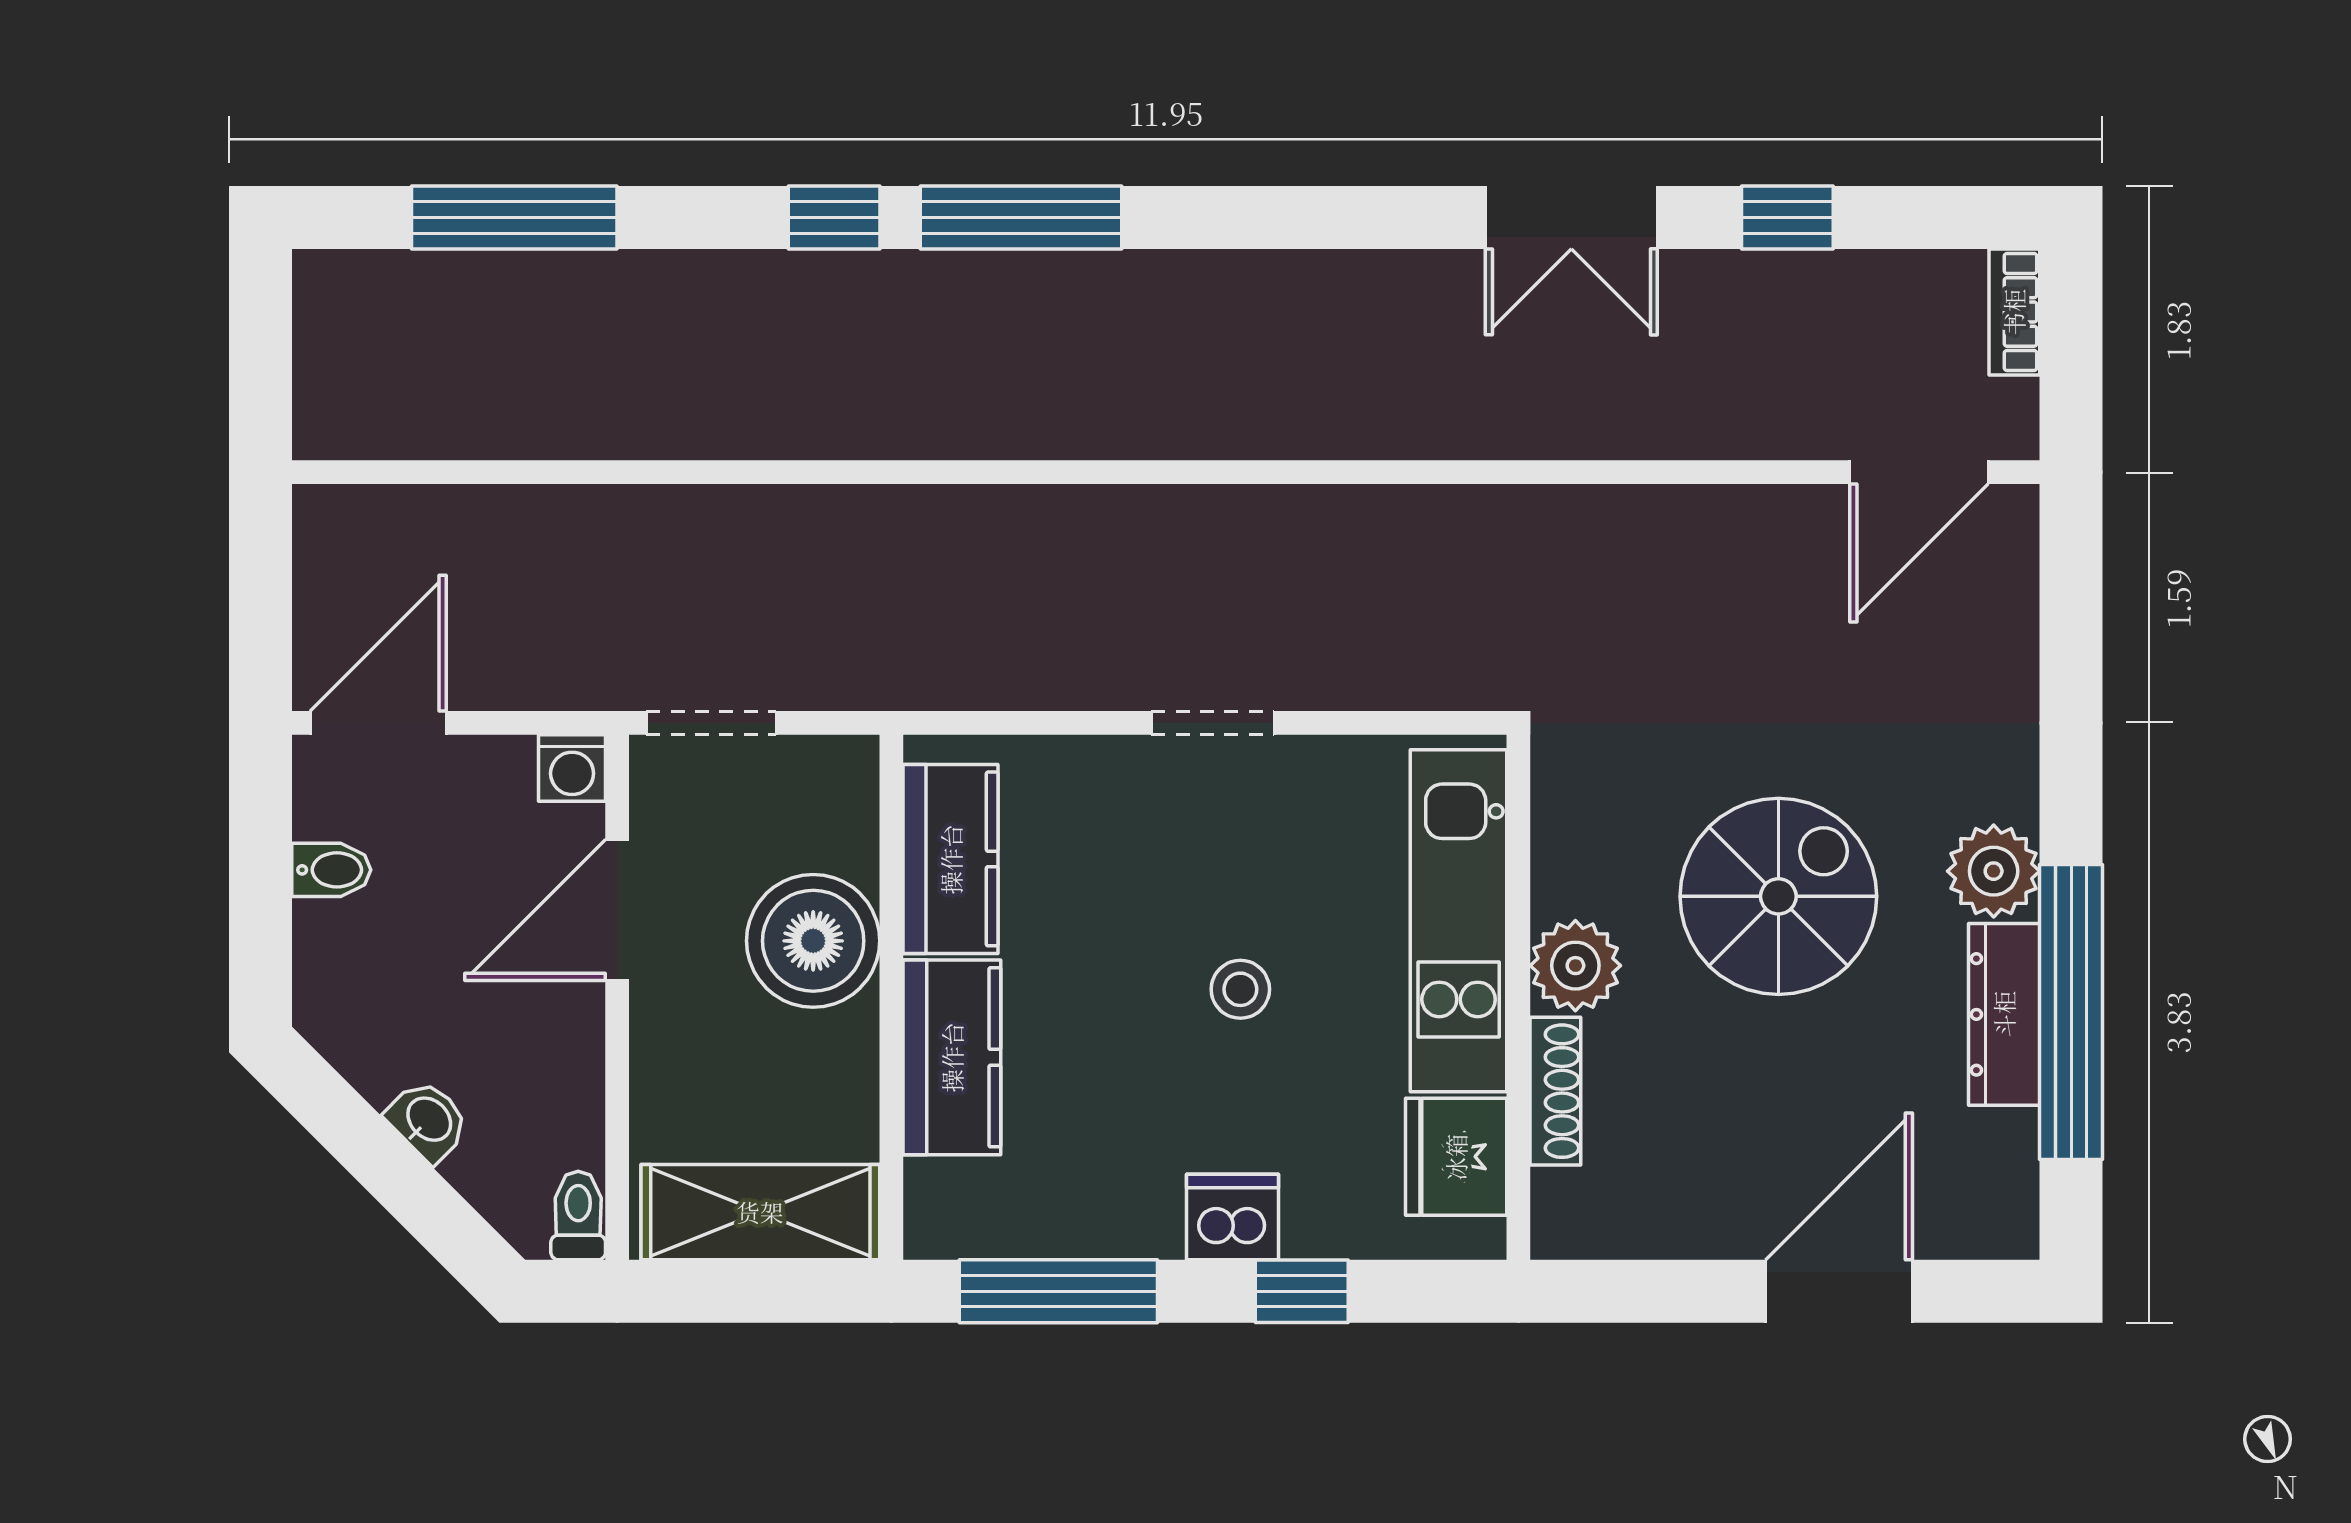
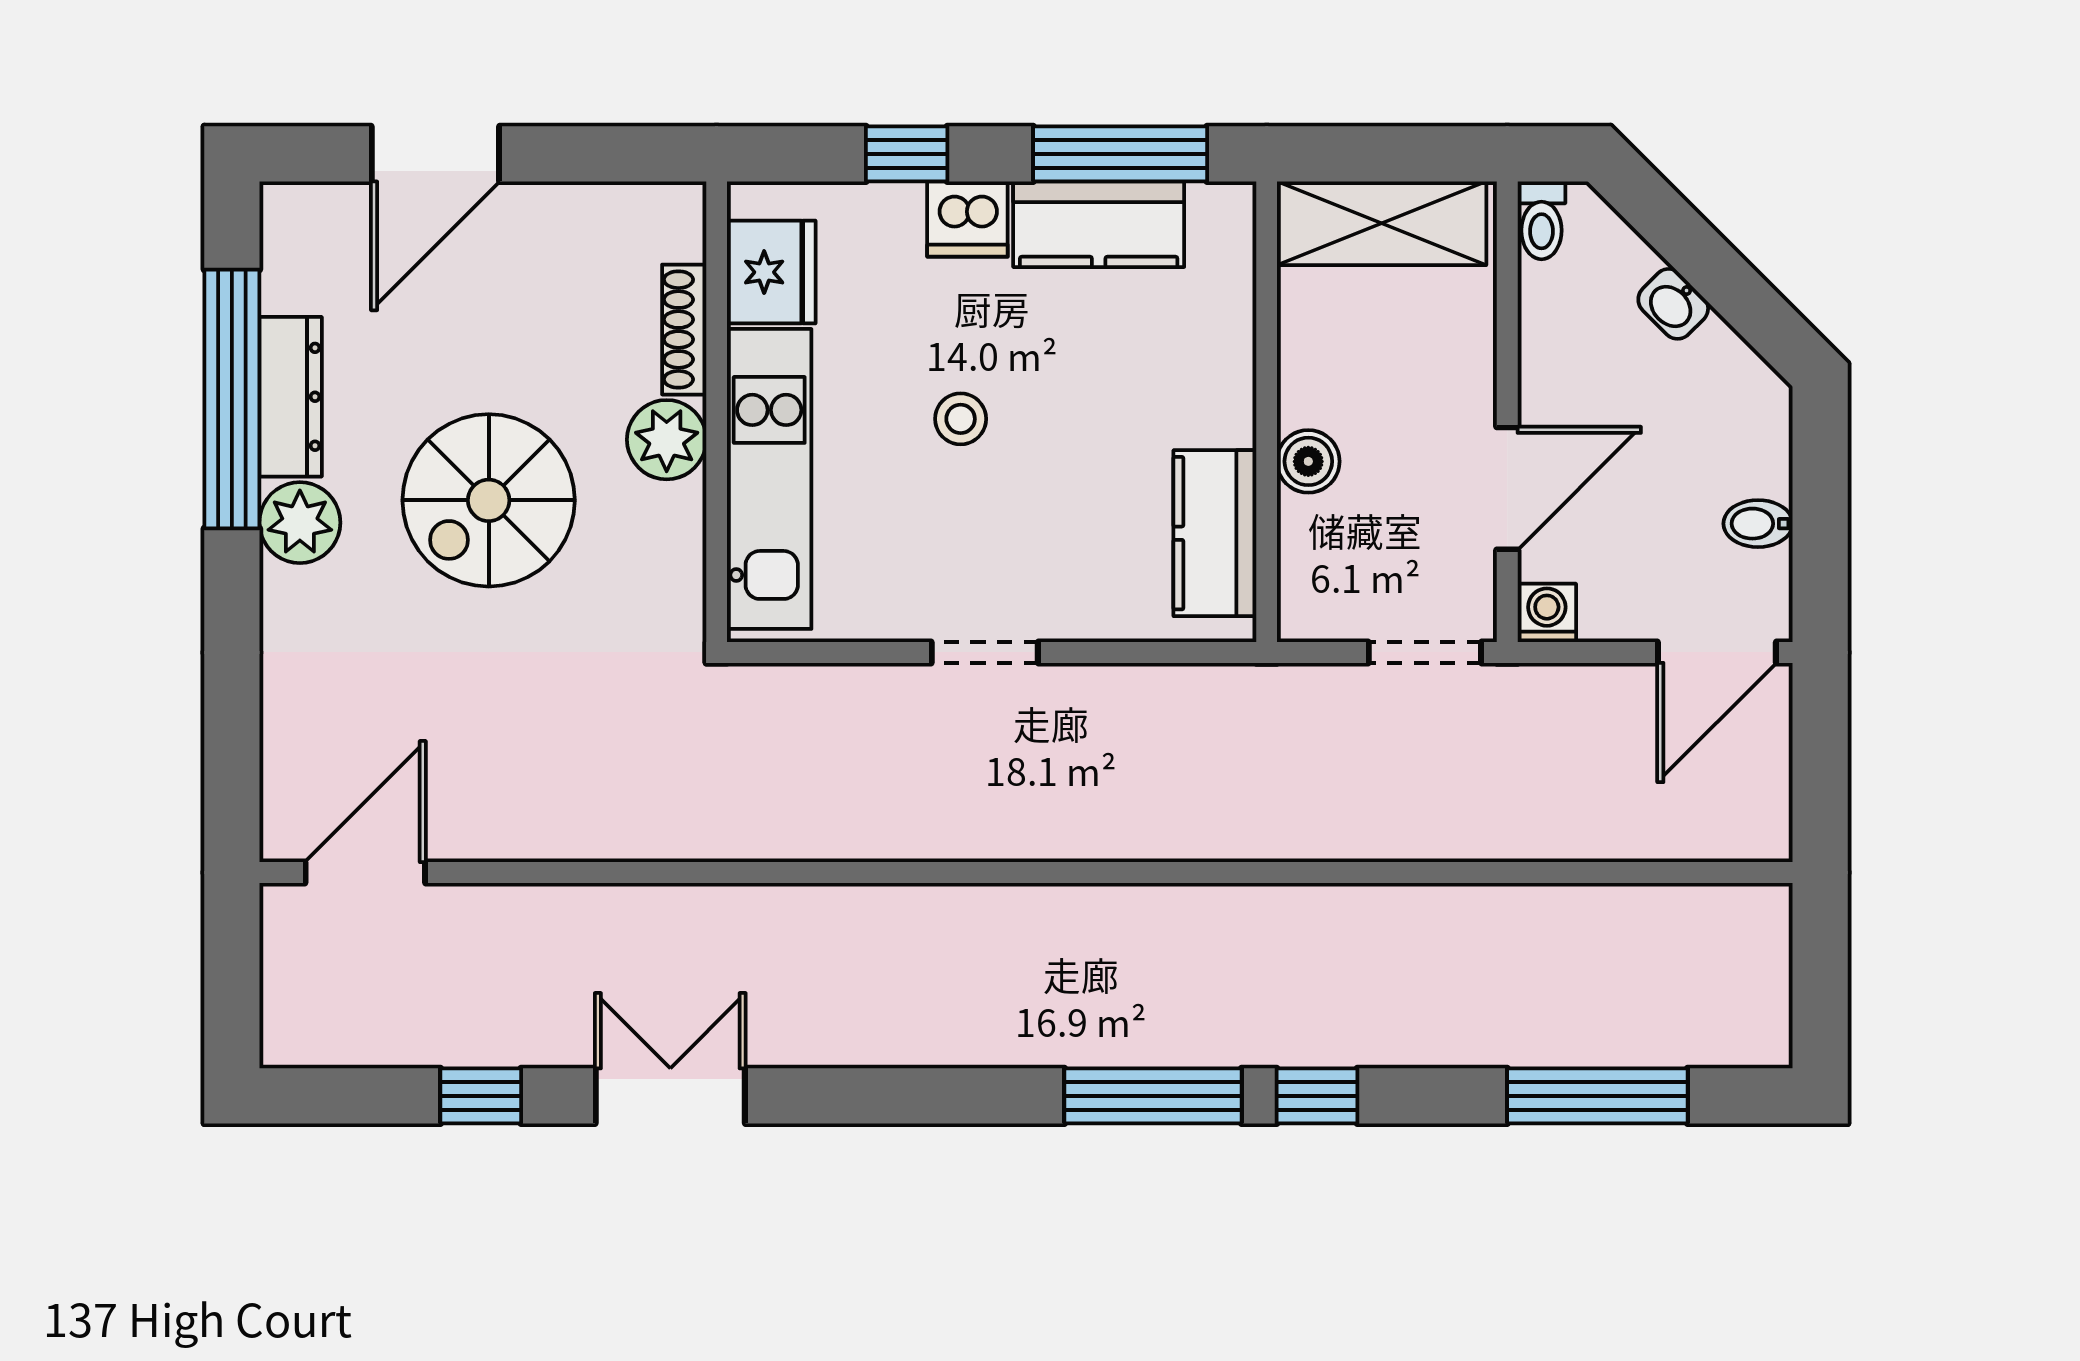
bookcase: (2014, 312) -> (282, 1013), removed
boiler: (813, 941) -> (1308, 461), width x0.54, depth x0.54
kitchen counter: (952, 1057) -> (1099, 224), moved, turned -90

